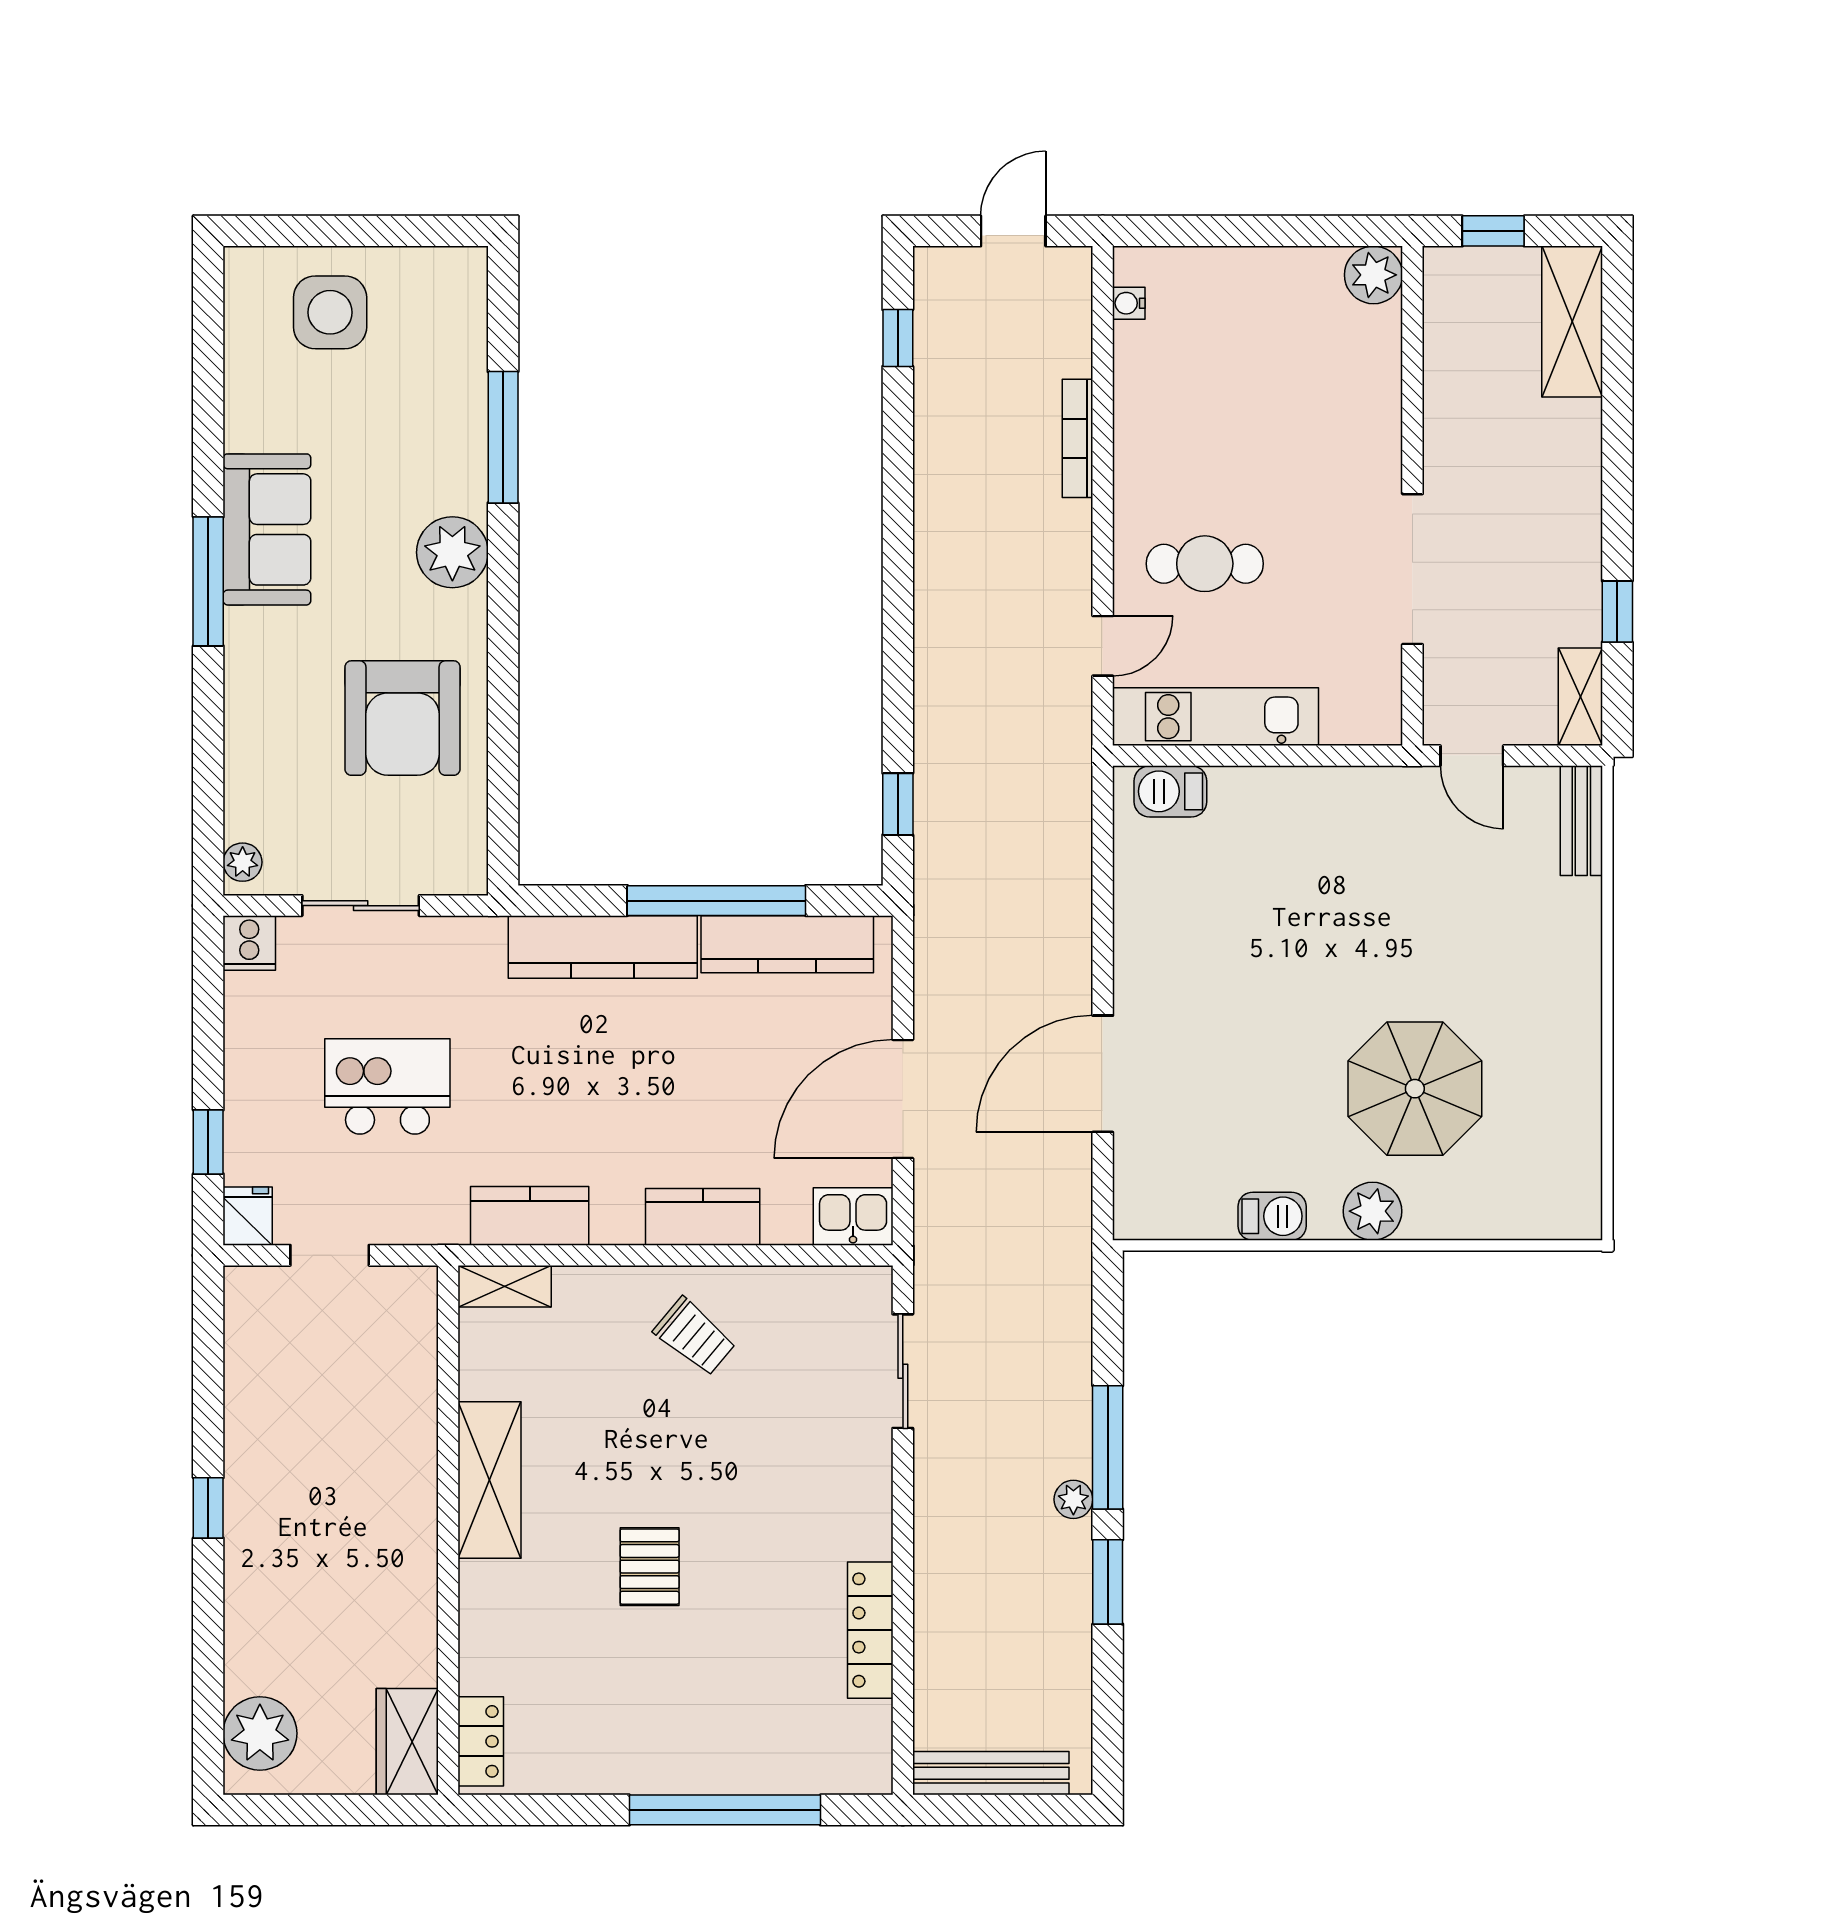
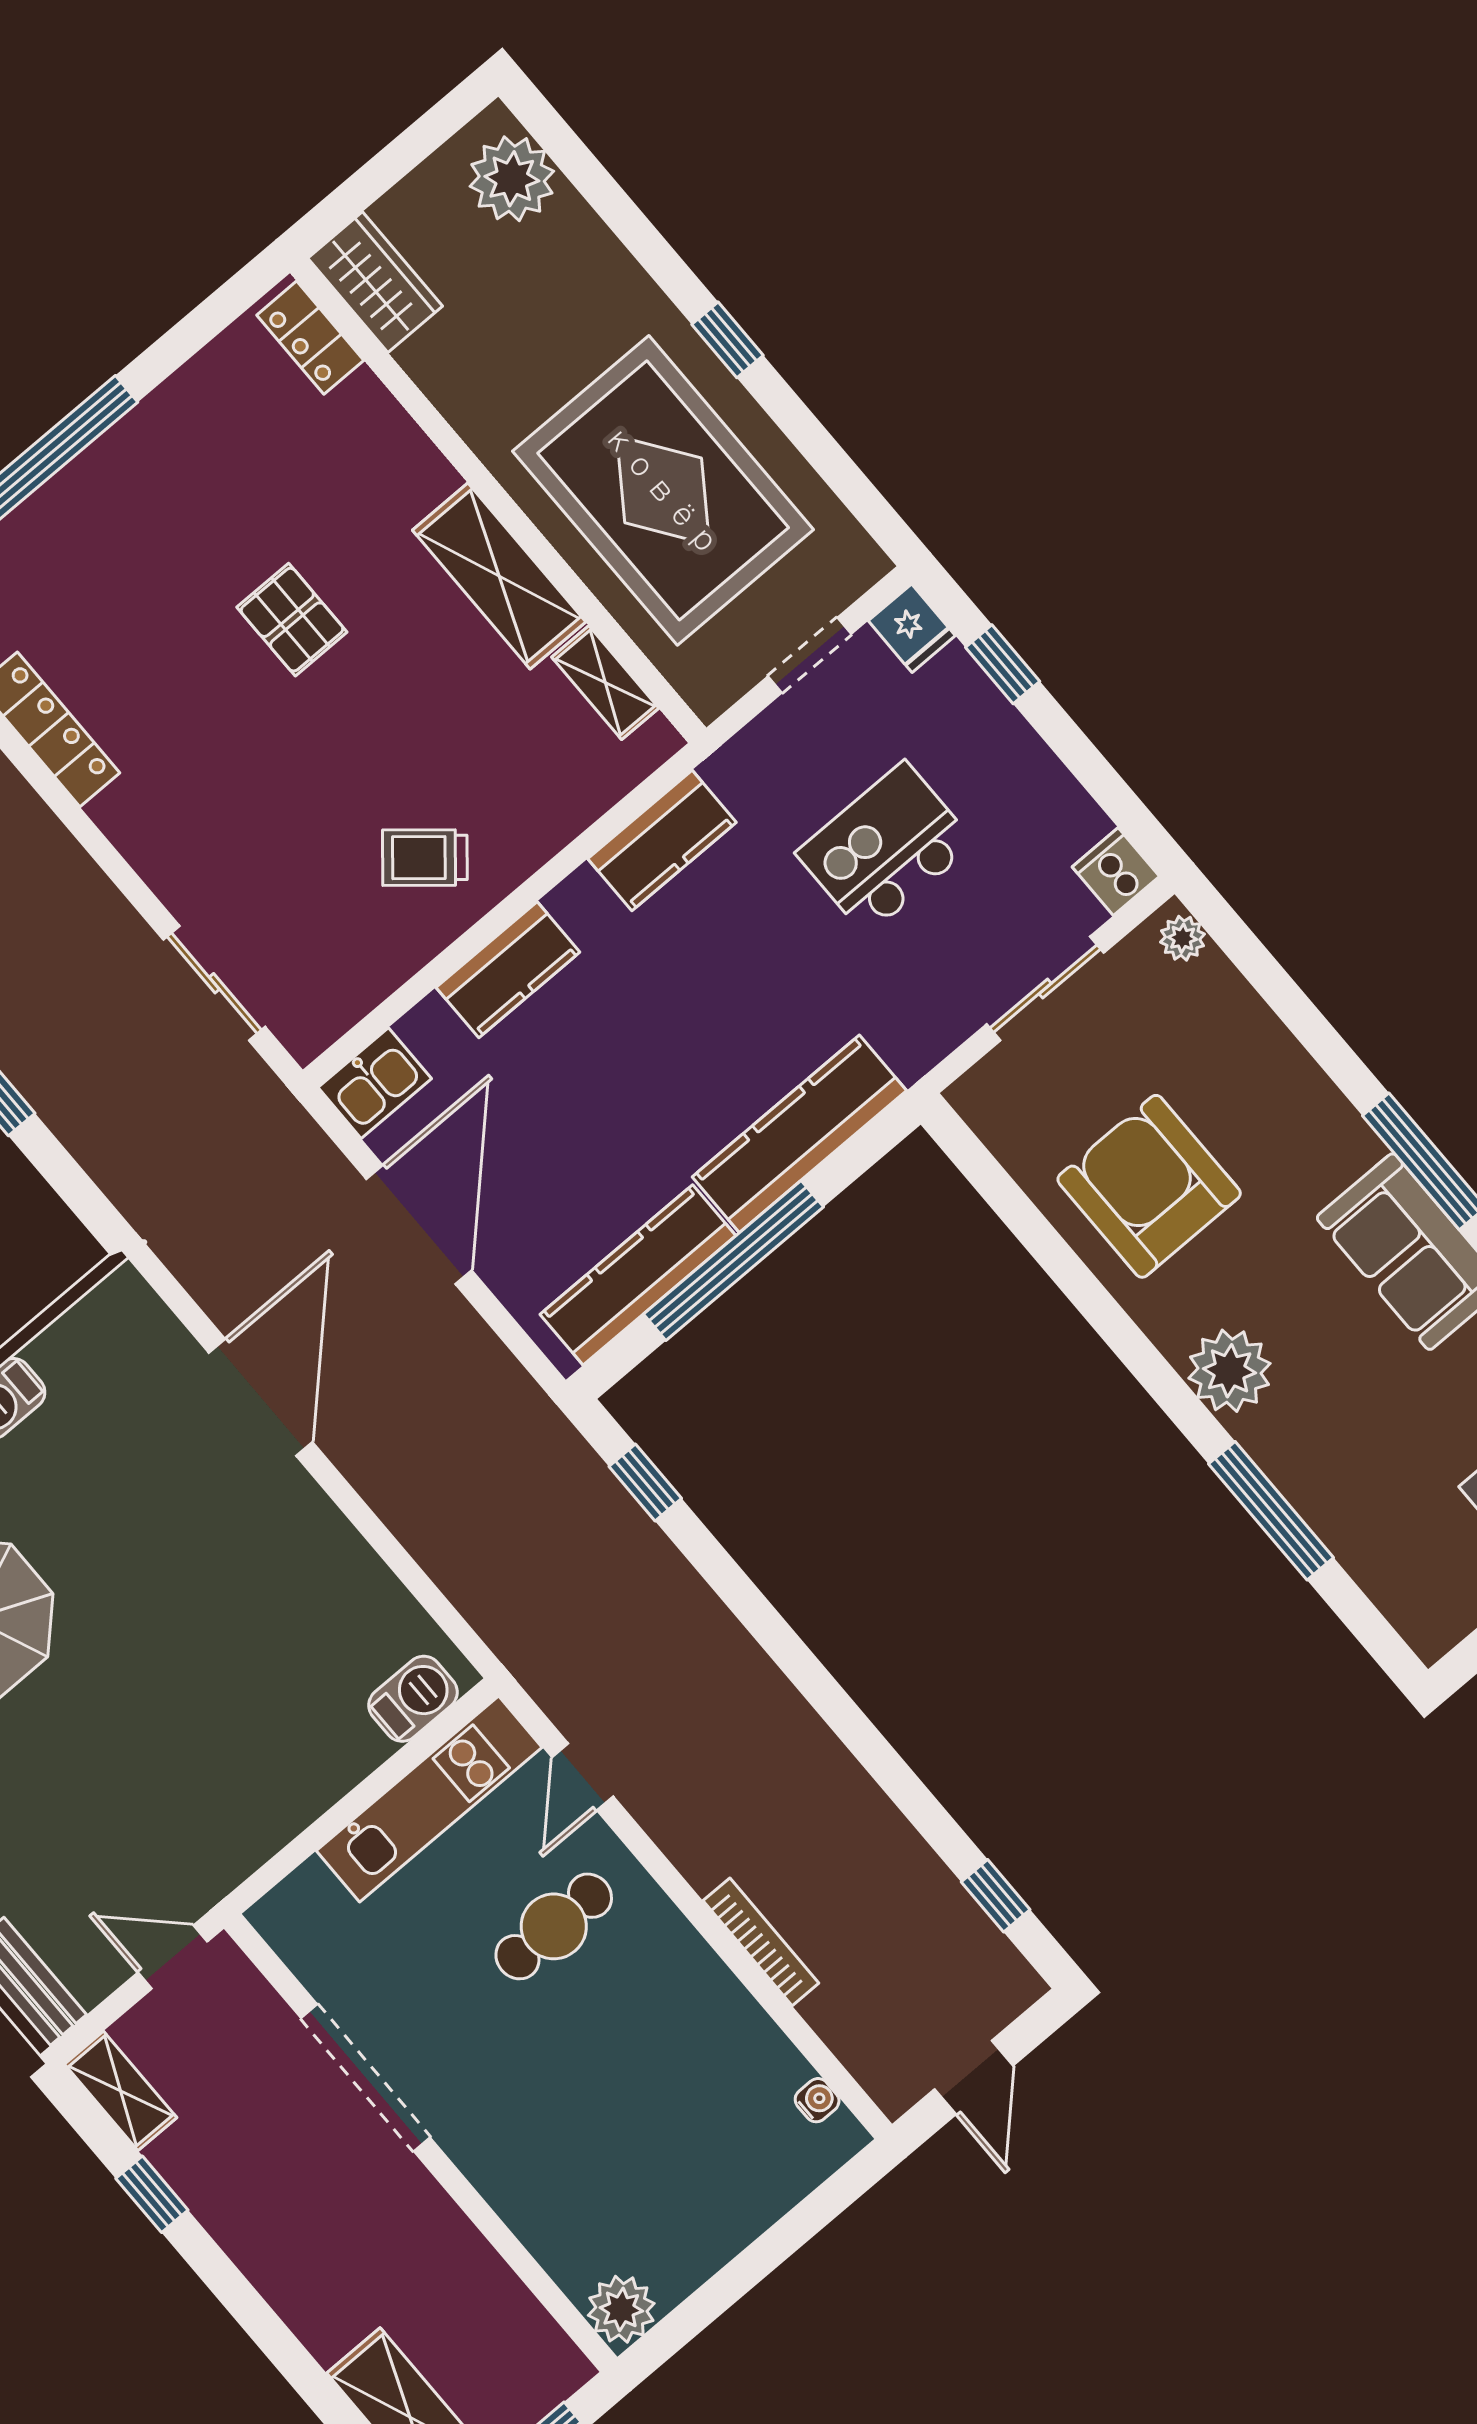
kitchen island: (387, 1086) -> (885, 848), turned 180
shelving: (505, 1286) -> (605, 683), moved, turned 90
rug: (334, 1445) -> (663, 490), added

